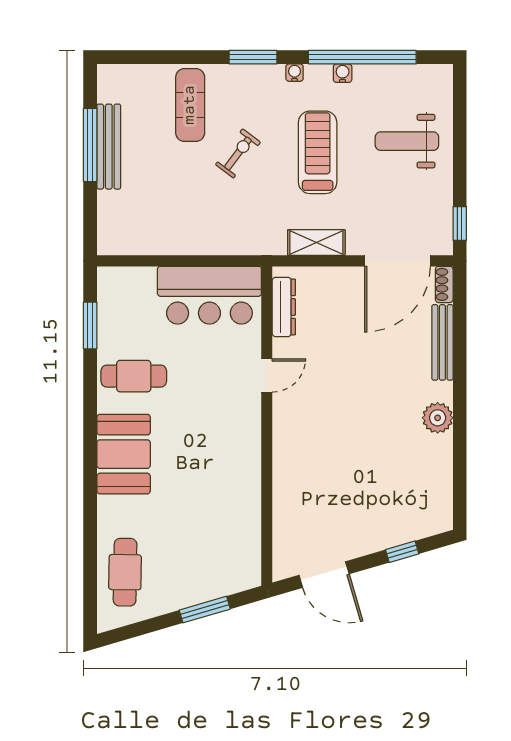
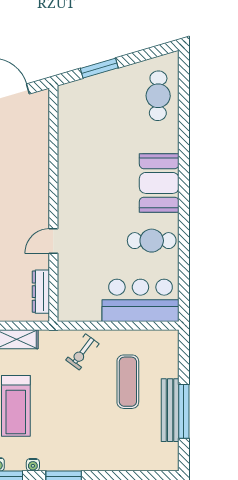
exercise mat: (190, 105) -> (128, 382), moved
exercise bike: (238, 153) -> (82, 352), moved
bar counter: (209, 295) -> (140, 300), moved
window: (90, 325) -> (184, 278), removed

